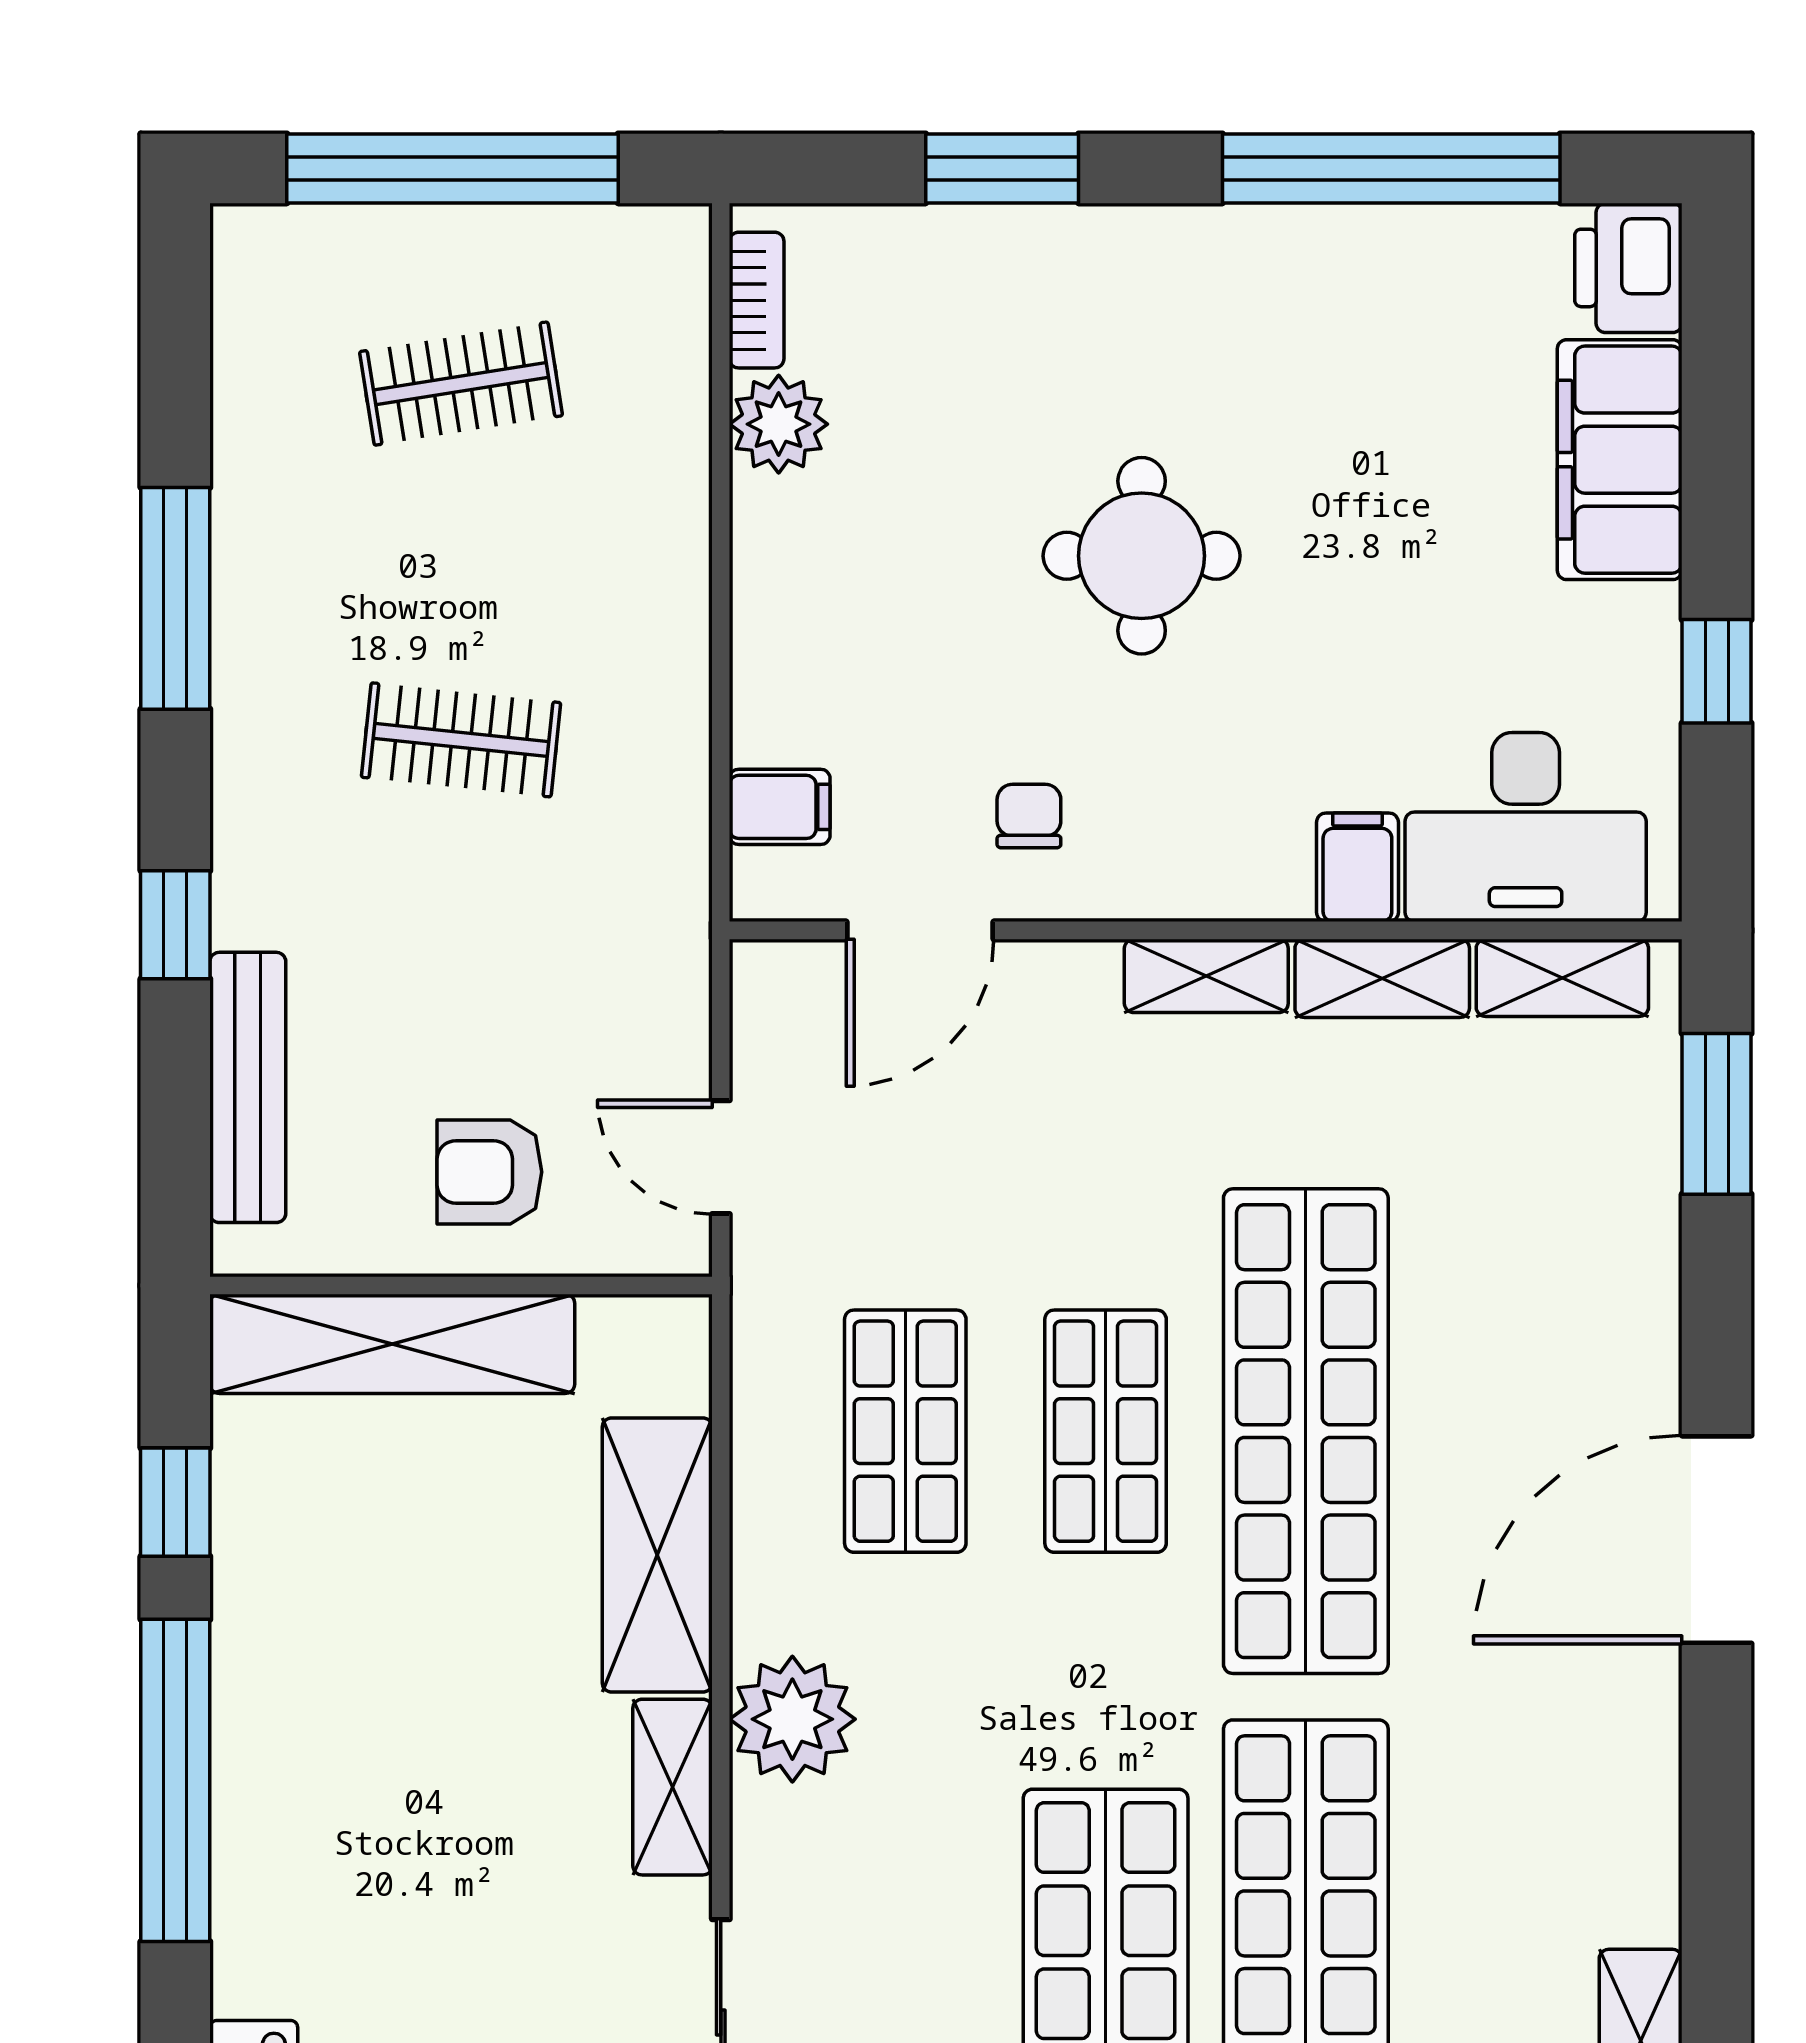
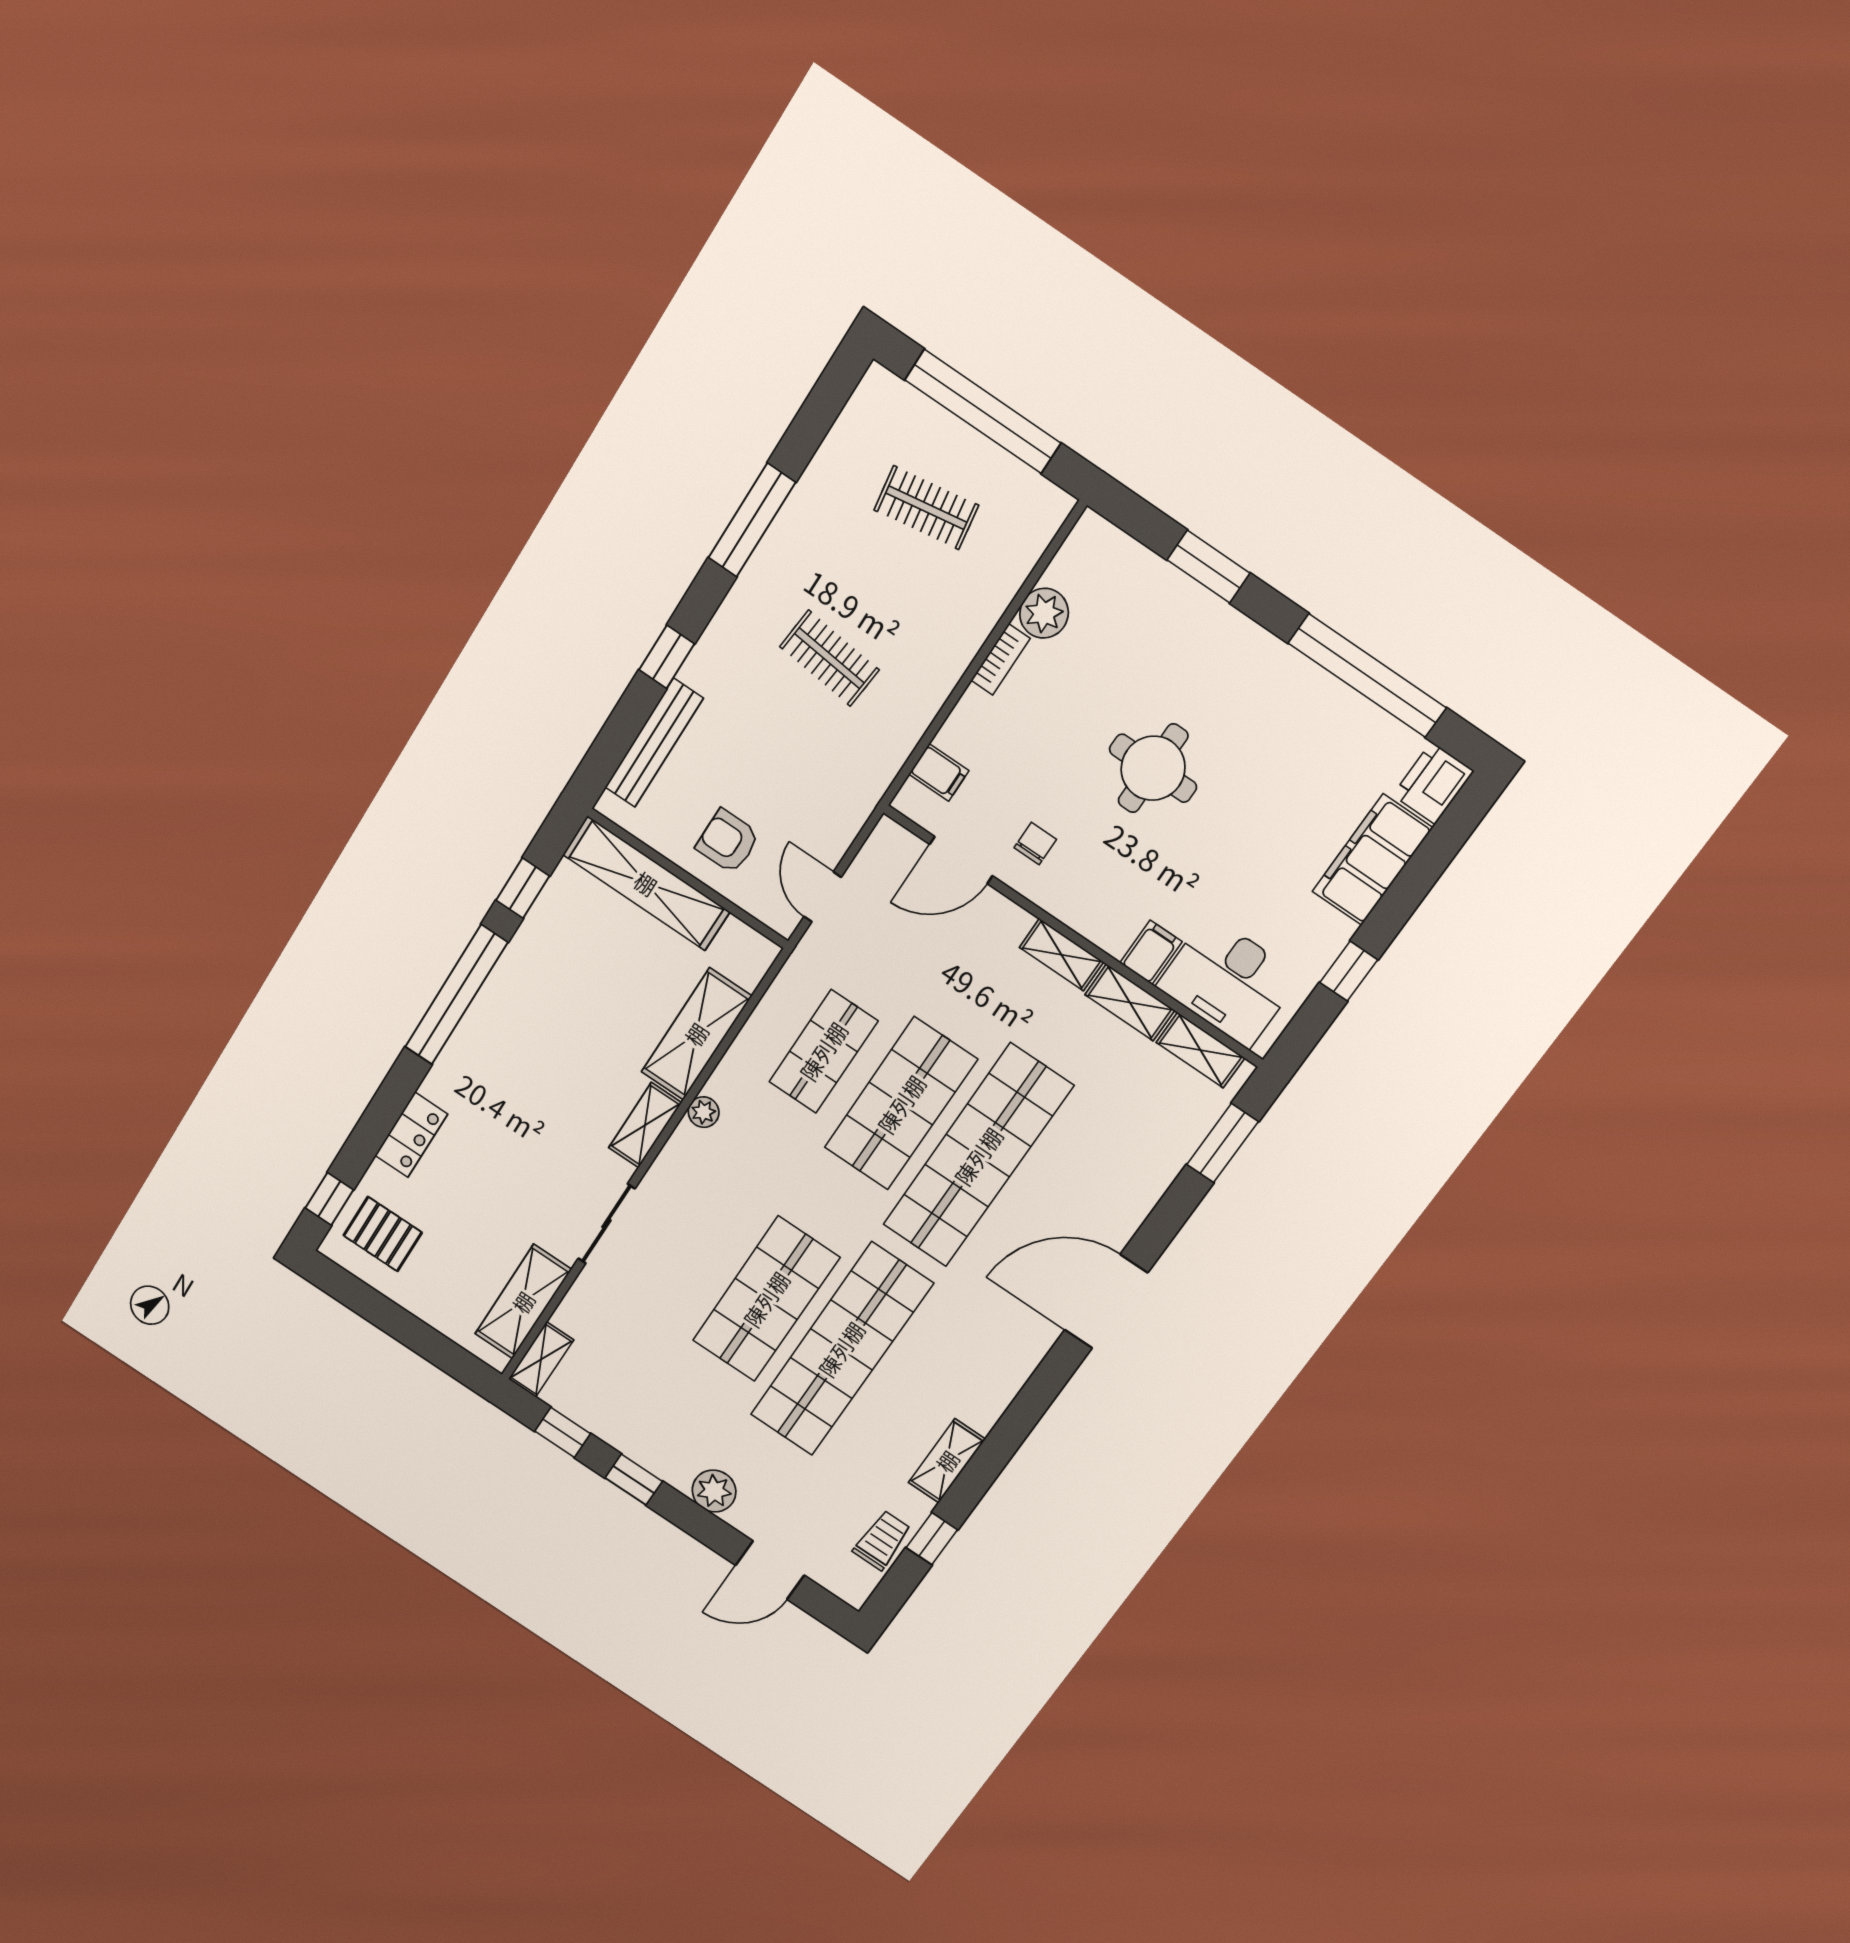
bookcase: (757, 300) -> (1001, 659), moved
shop shelf: (1106, 1431) -> (901, 1104), width x1.43, depth x1.36
plant: (792, 1719) -> (704, 1112), width x0.53, depth x0.53

